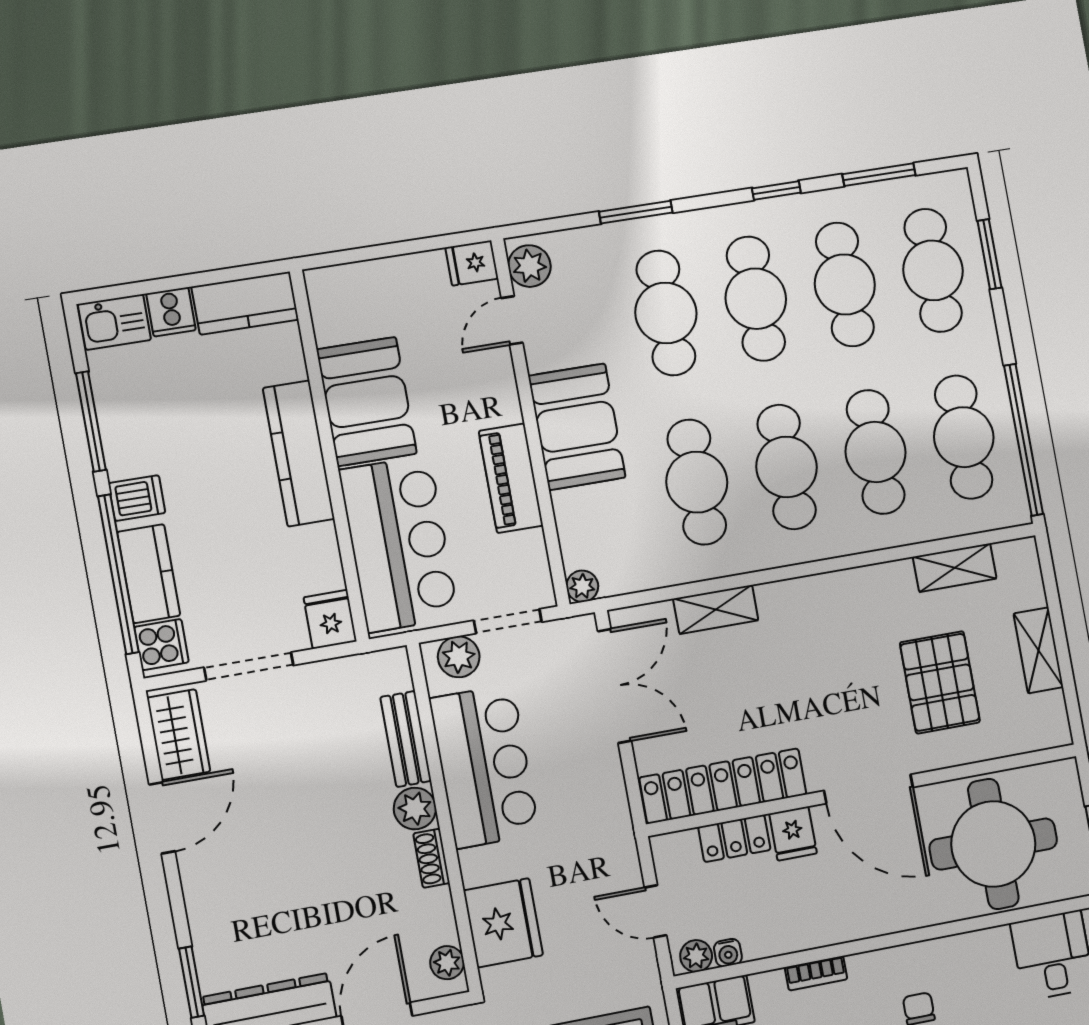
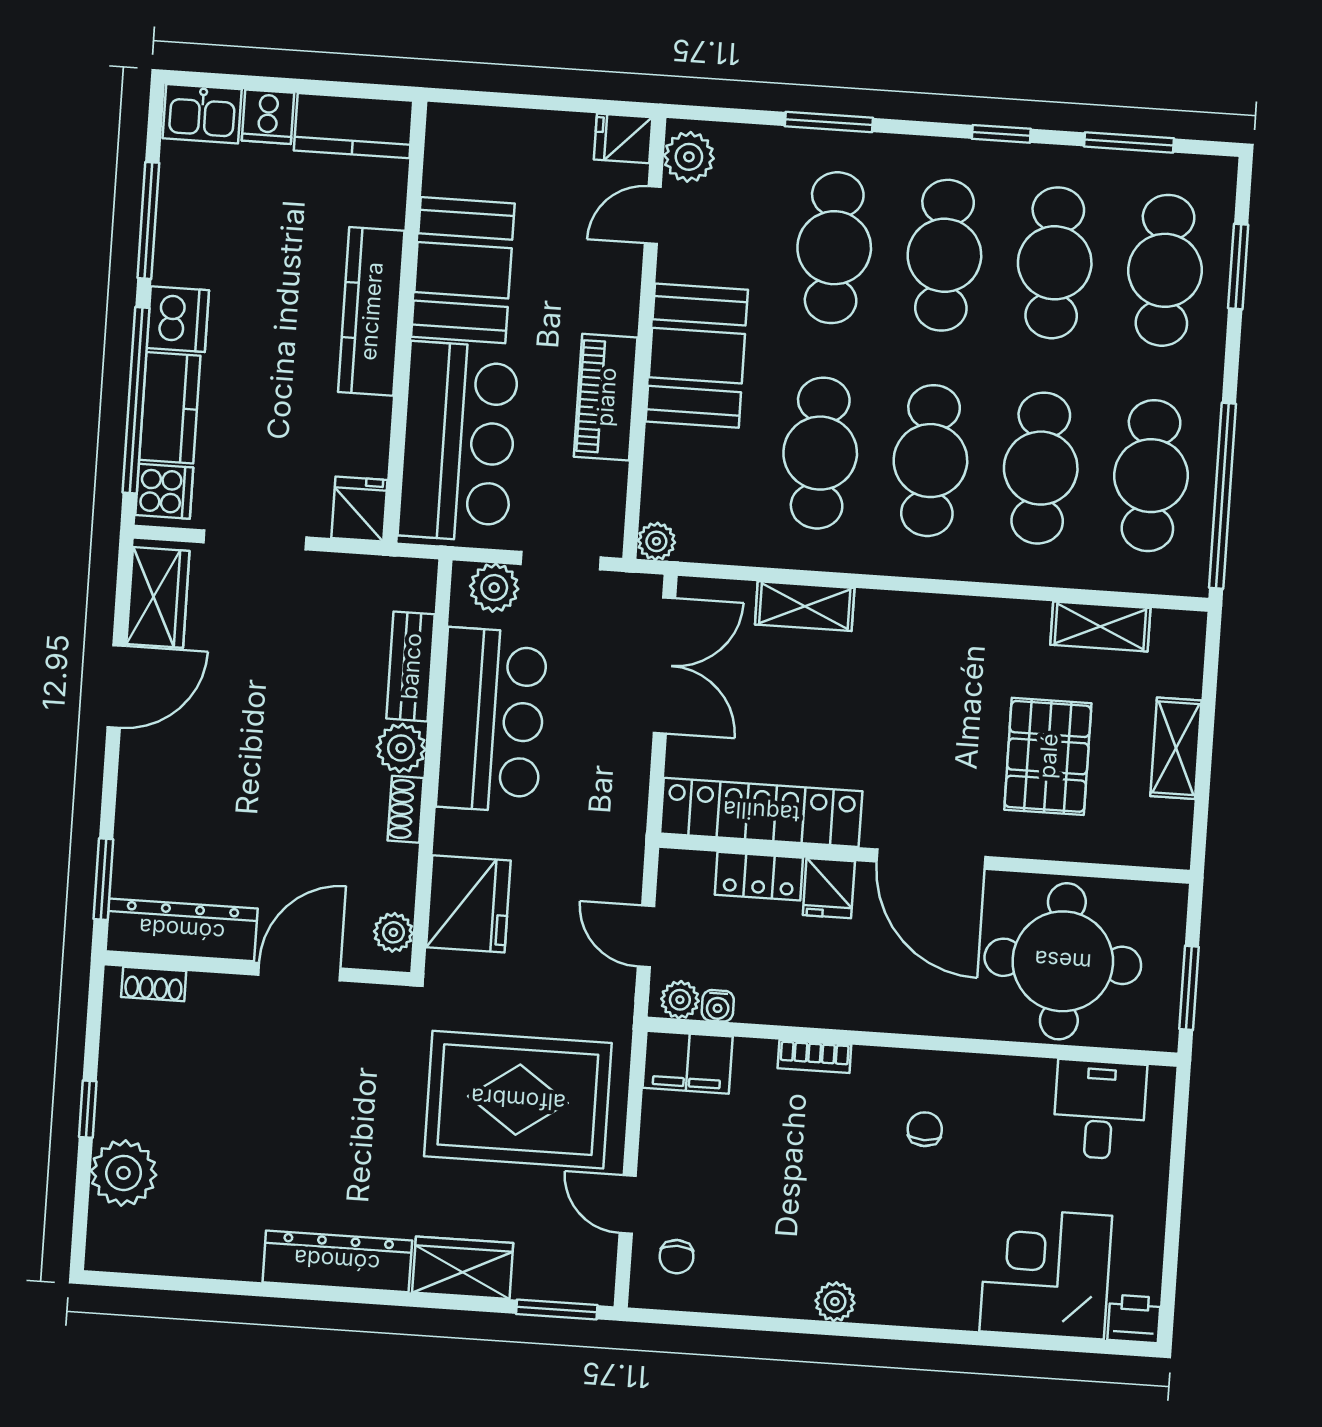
dishwasher: (137, 498) -> (178, 319), width x1.38

